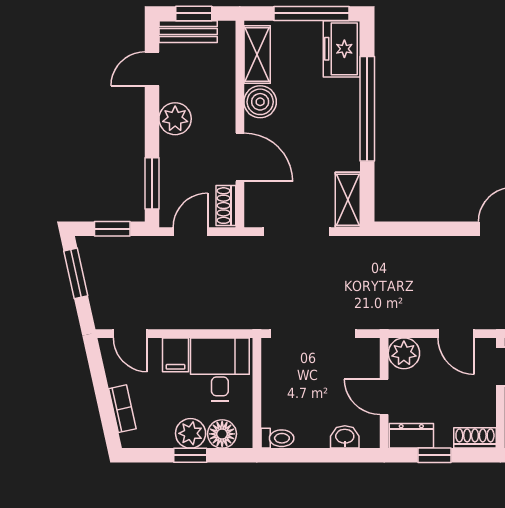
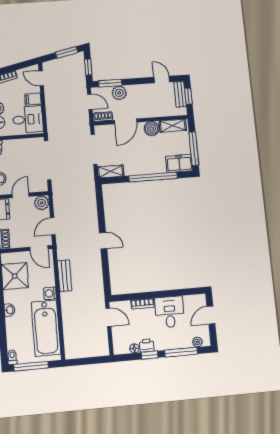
plant: (175, 119) -> (119, 93), moved
door: (130, 334) -> (41, 78), hinge flipped

